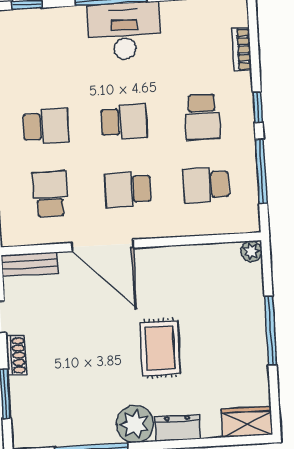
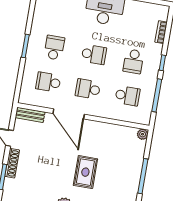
school desk: (46, 126) -> (54, 48), turned -90
school desk: (206, 185) -> (127, 96), turned 180
school desk: (50, 194) -> (48, 82), turned -90
shoe rack: (16, 355) -> (12, 163), width x1.43

